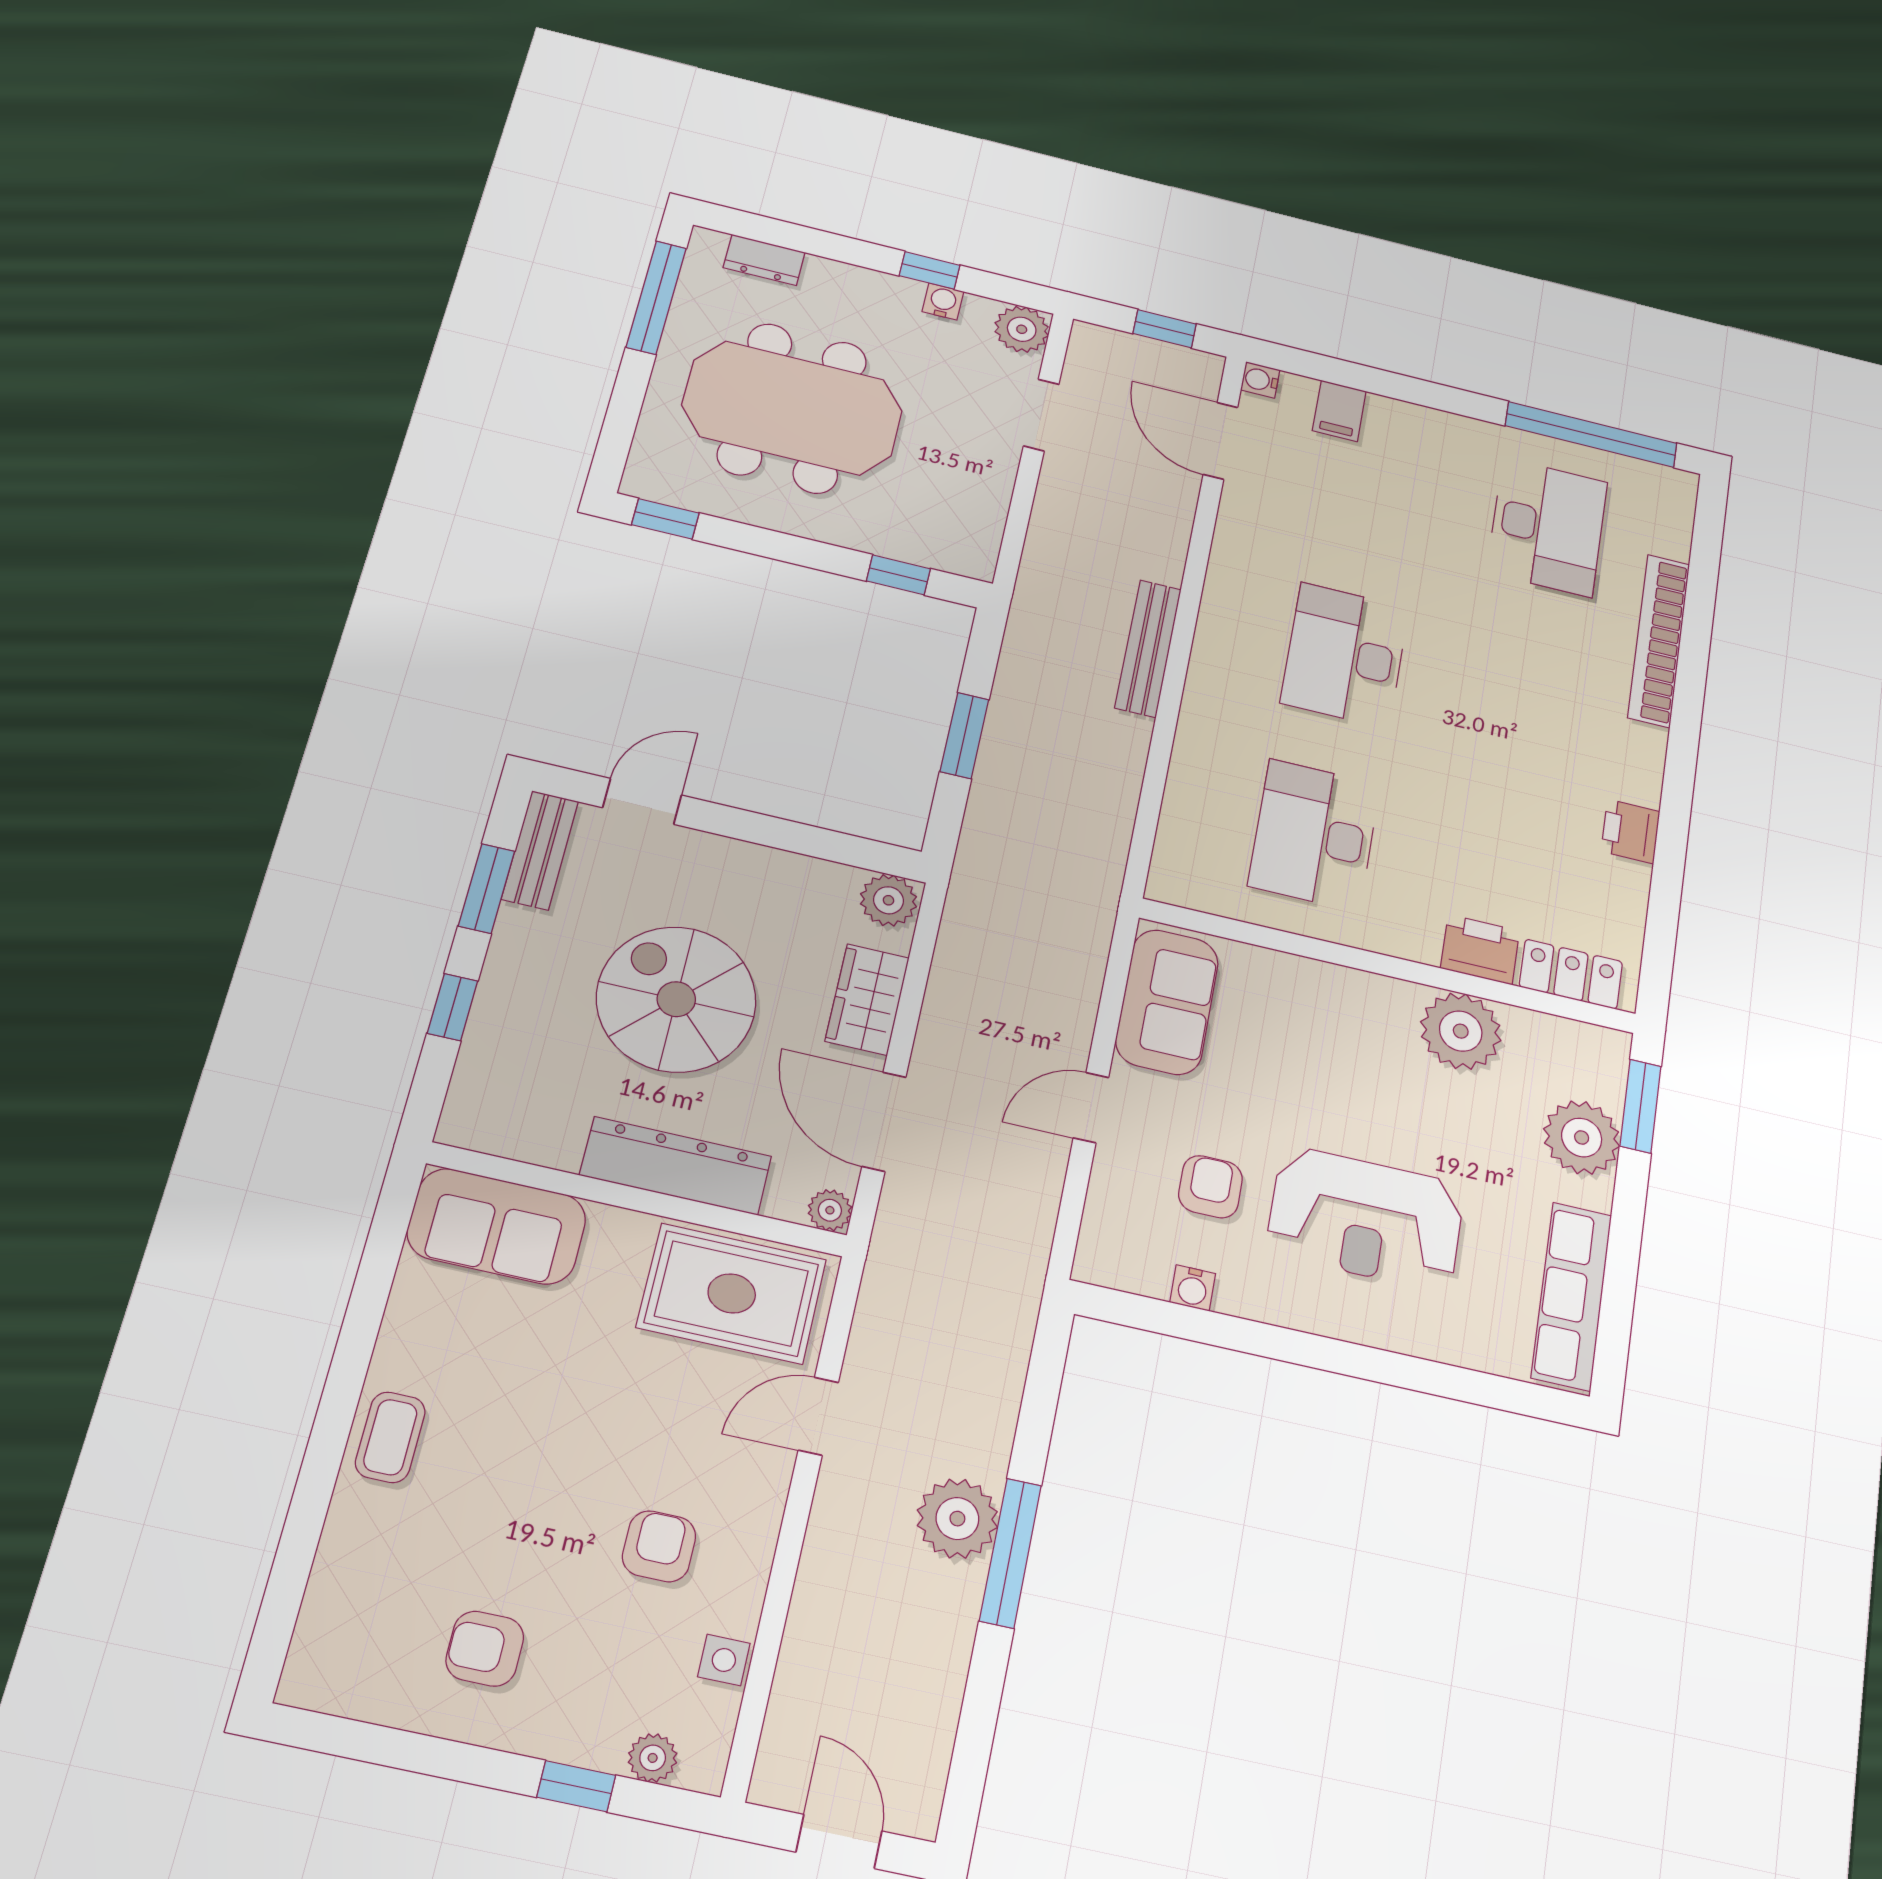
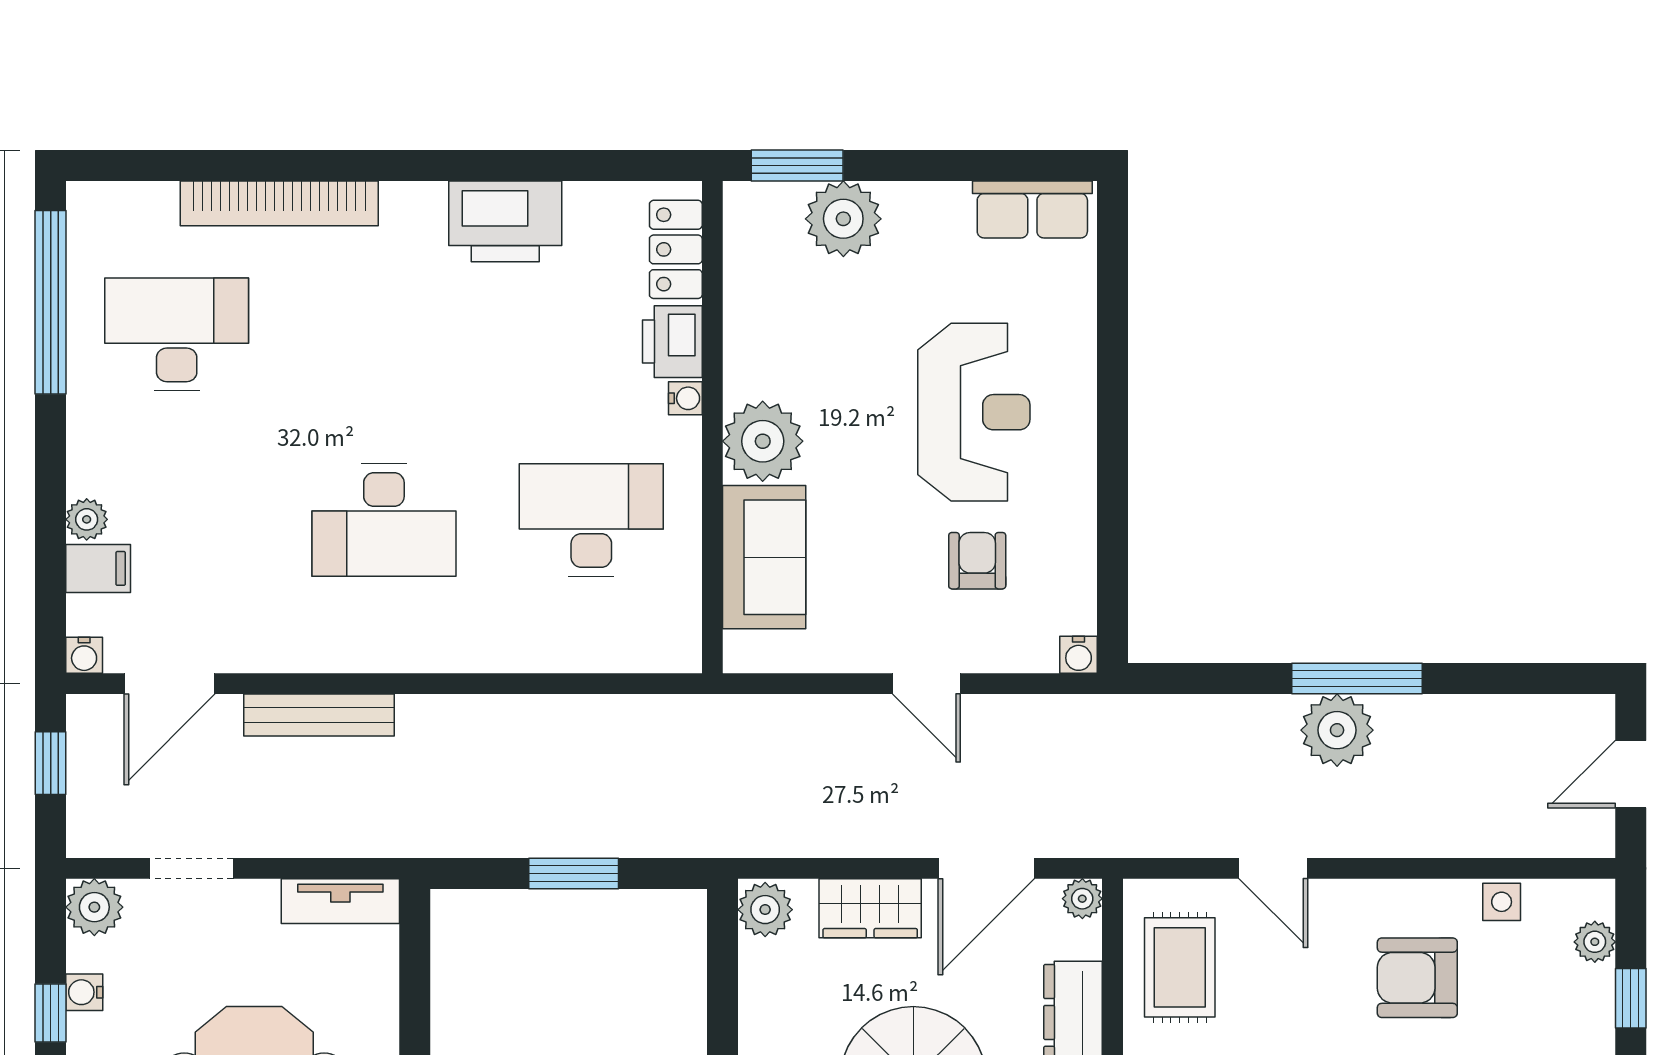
plant: (1386, 413) -> (87, 519), added
tv unit: (982, 529) -> (340, 901), added
window: (898, 575) -> (415, 972), removed
bench: (1148, 648) -> (319, 715), moved
printer: (1630, 831) -> (505, 221), width x1.87, depth x1.48
desk: (1314, 835) -> (591, 520), turned 180
water cooler: (1422, 948) -> (685, 398), added
sofa: (1167, 1002) -> (764, 557), moved, turned 90
plant: (1461, 1031) -> (763, 441), moved
armchair: (1210, 1187) -> (977, 561), turned 90
water cooler: (1193, 1288) -> (1079, 655), moved, turned 90
rug: (732, 1293) -> (1180, 967), width x0.73, depth x0.70
row of seats: (1572, 1296) -> (1032, 210), width x0.68
armchair: (659, 1546) -> (1417, 978), width x1.38, depth x1.38

